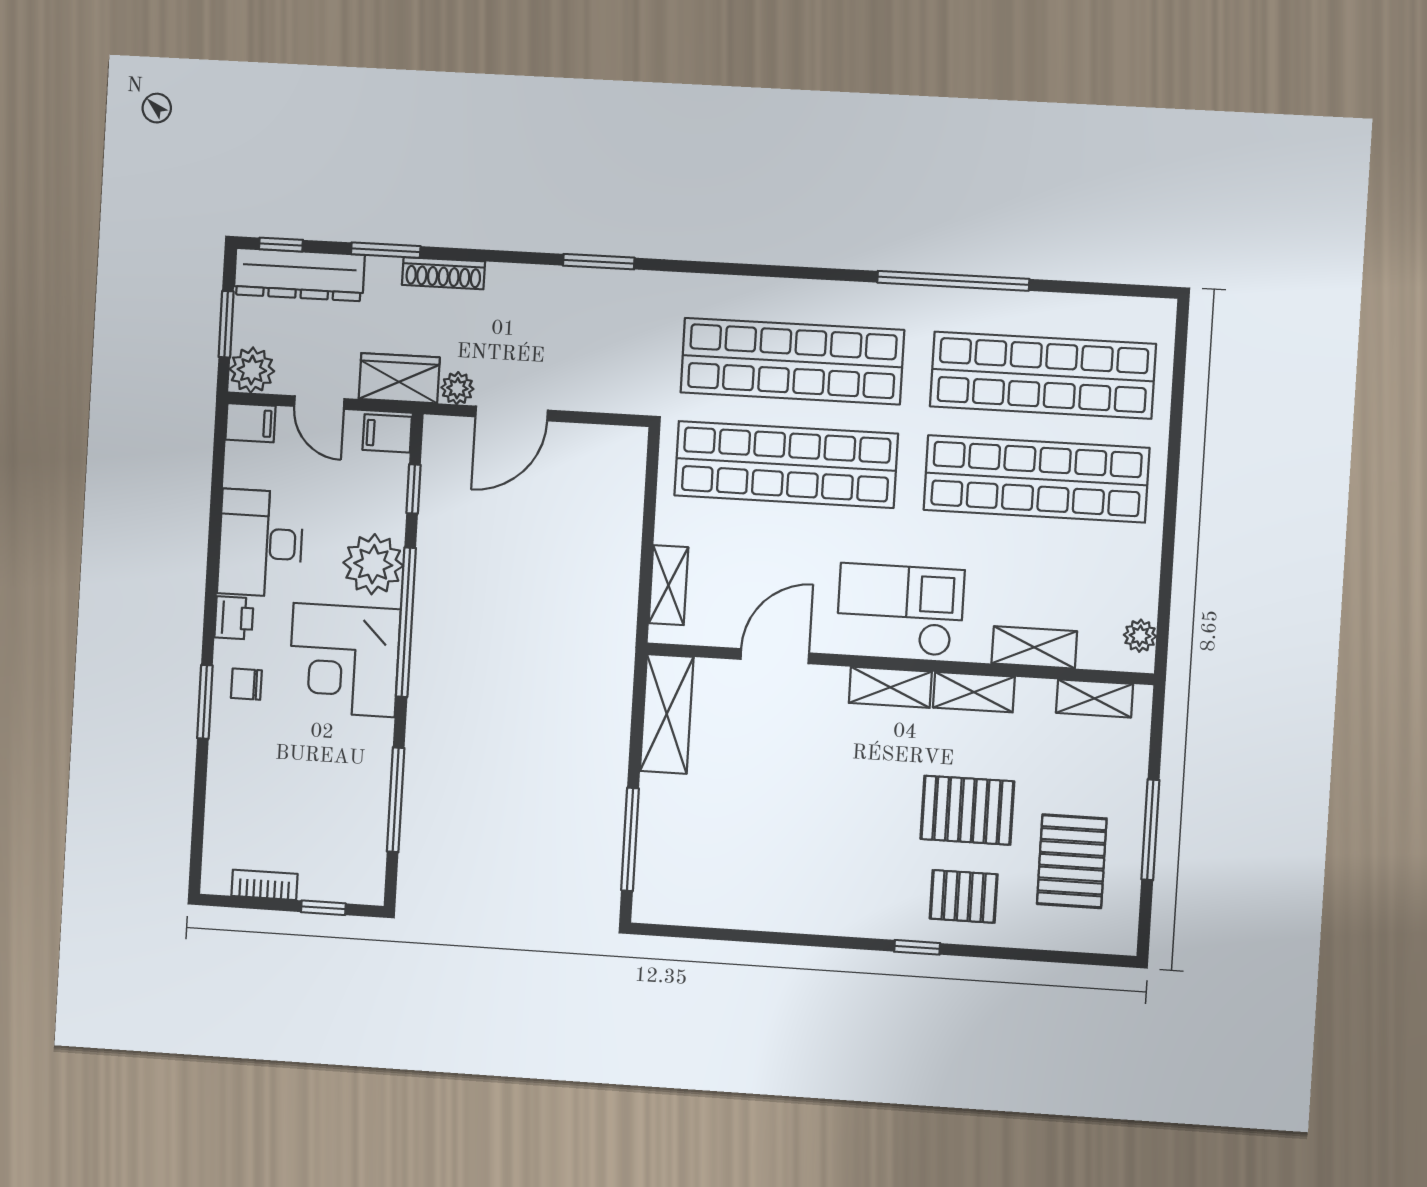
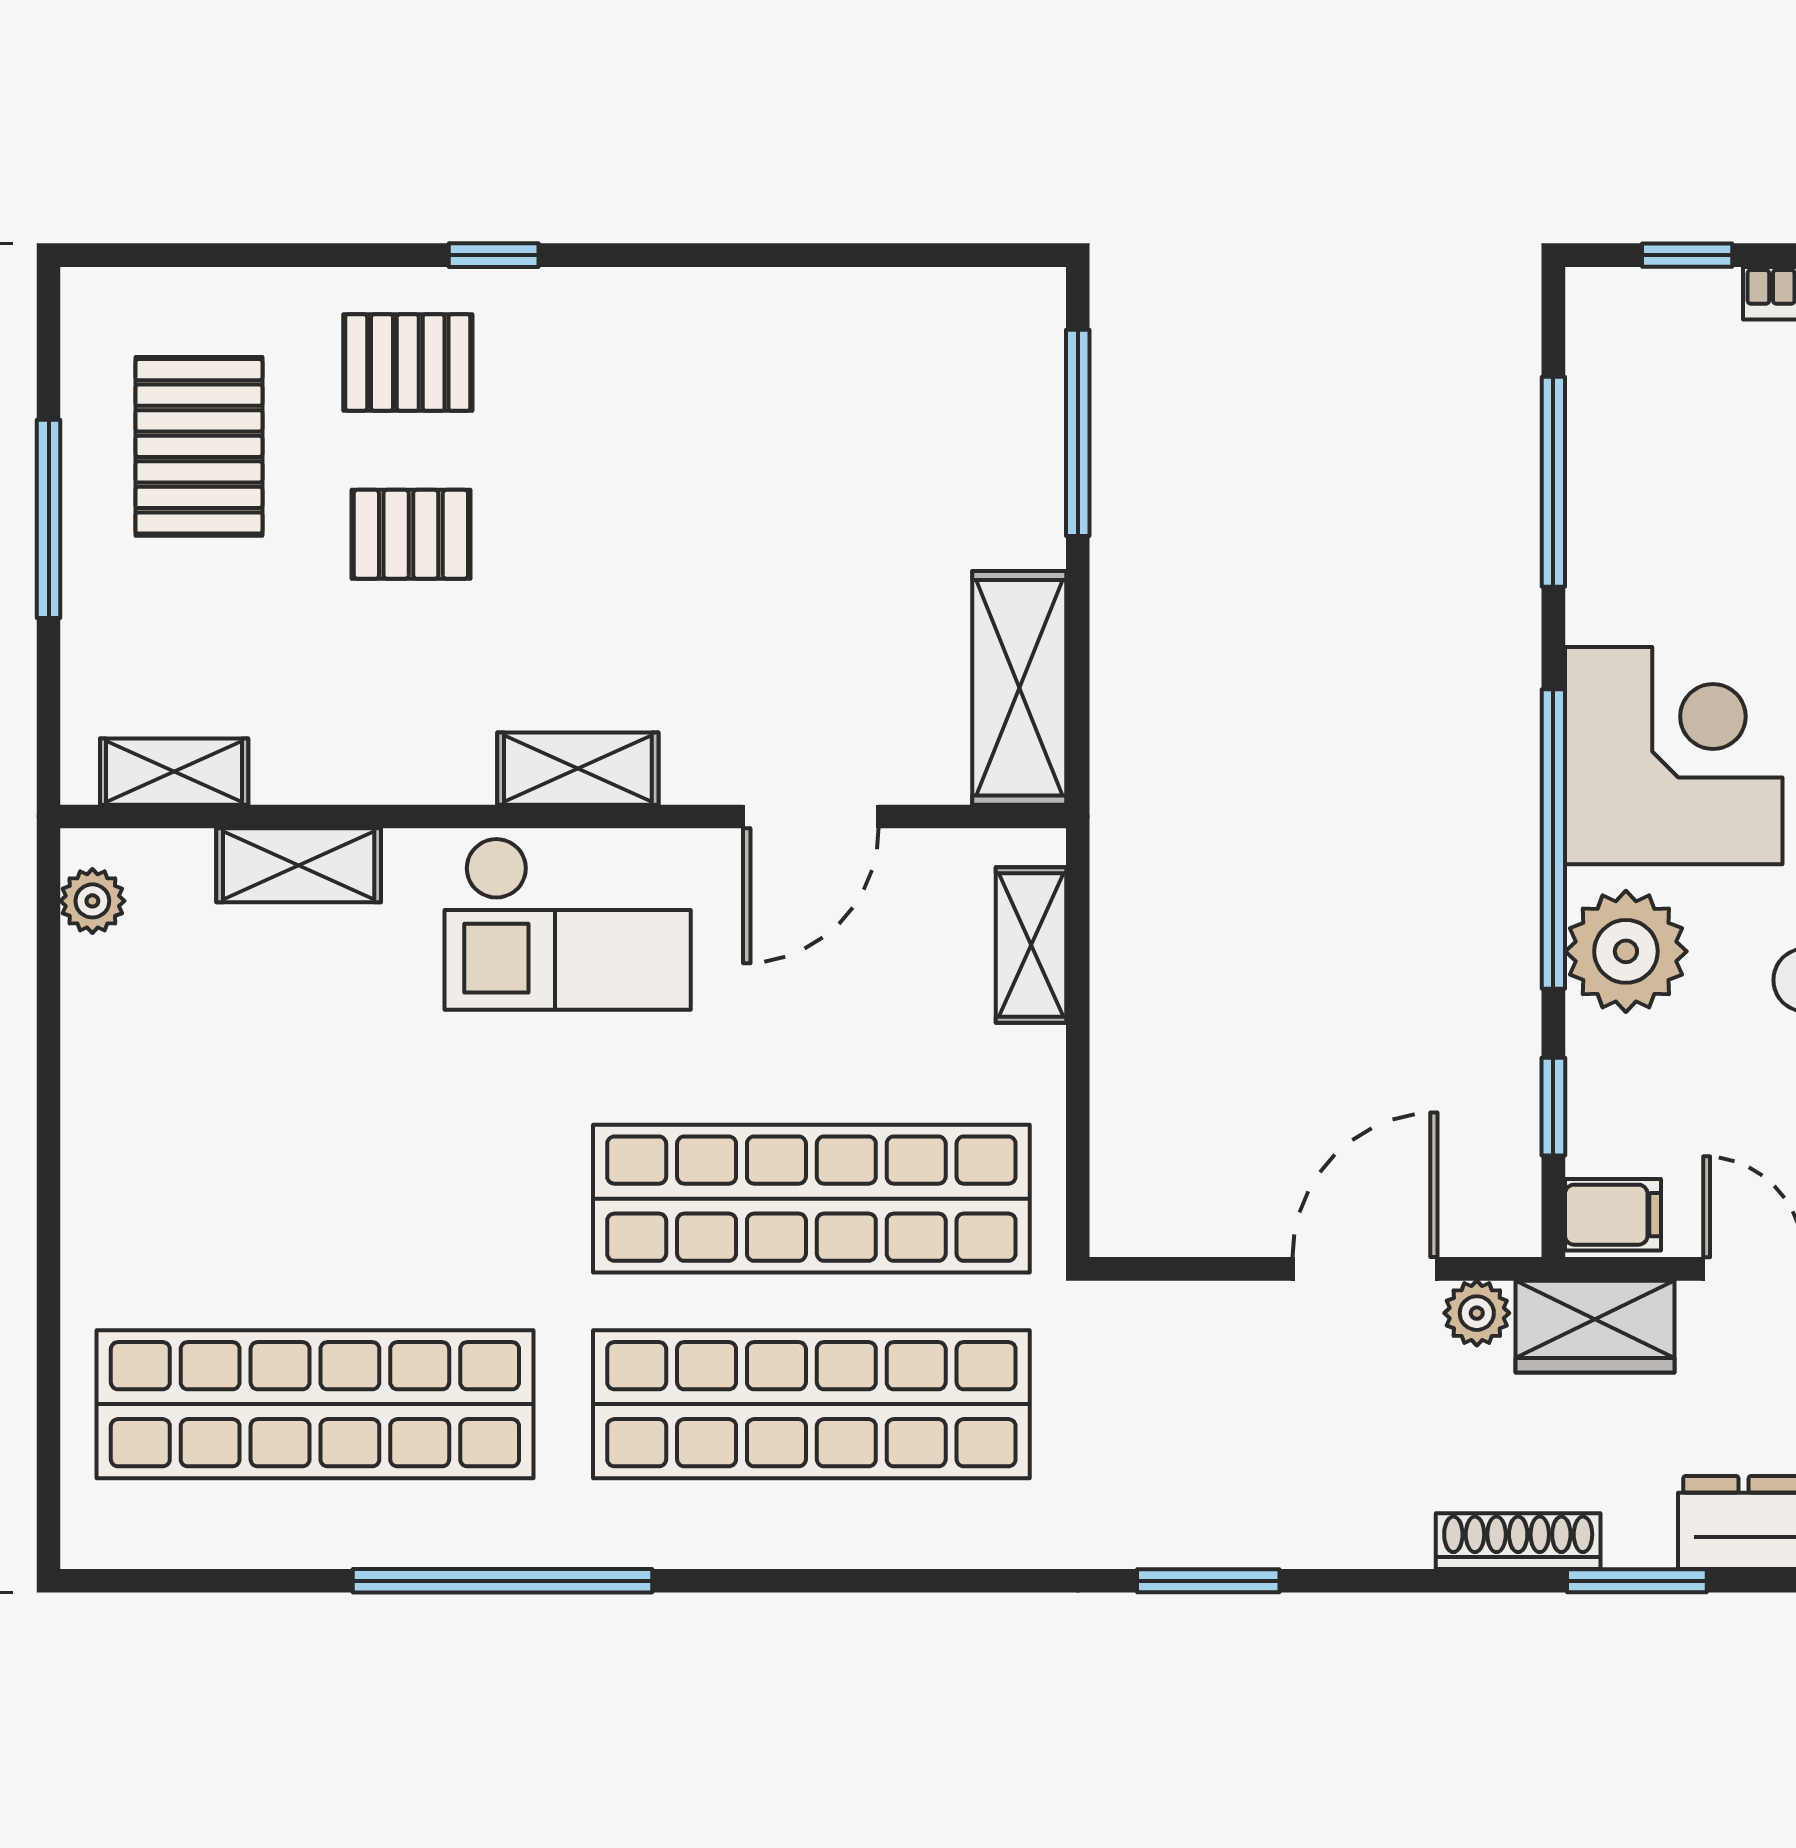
shop shelf: (1036, 479) -> (315, 1199), removed
shelving: (974, 692) -> (412, 769), removed
pallet: (967, 810) -> (411, 534), width x0.67, depth x0.71

